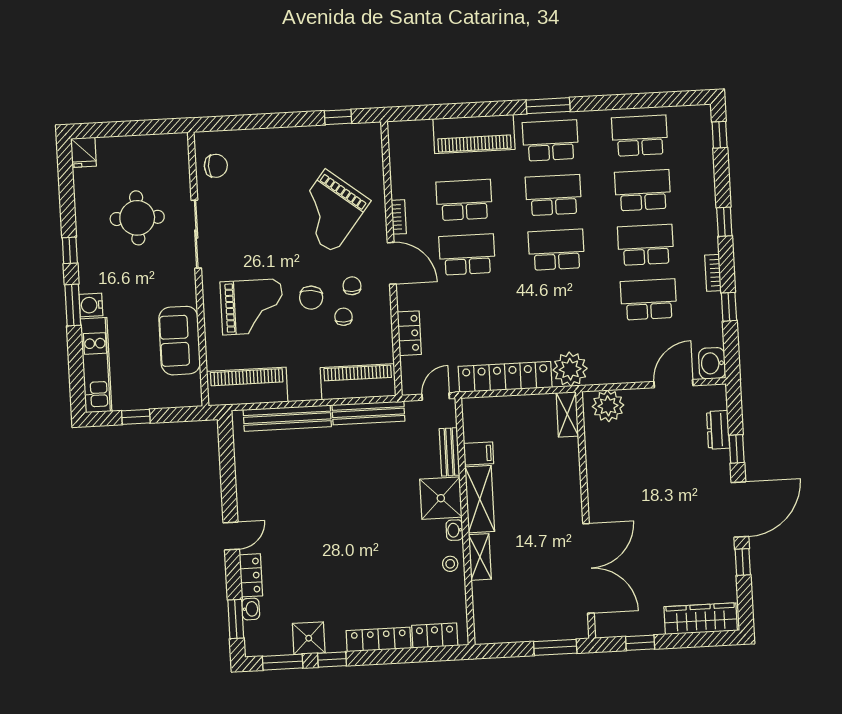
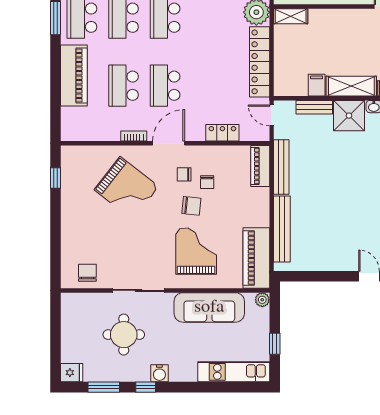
window: (73, 305) -> (104, 387), moved
water cooler: (91, 305) -> (159, 373), moved
chair: (343, 317) -> (207, 182), turned -90
sofa: (180, 341) -> (209, 307), width x1.36
piano: (358, 382) -> (260, 166), width x0.73, depth x0.75
plant: (193, 397) -> (262, 300), added

